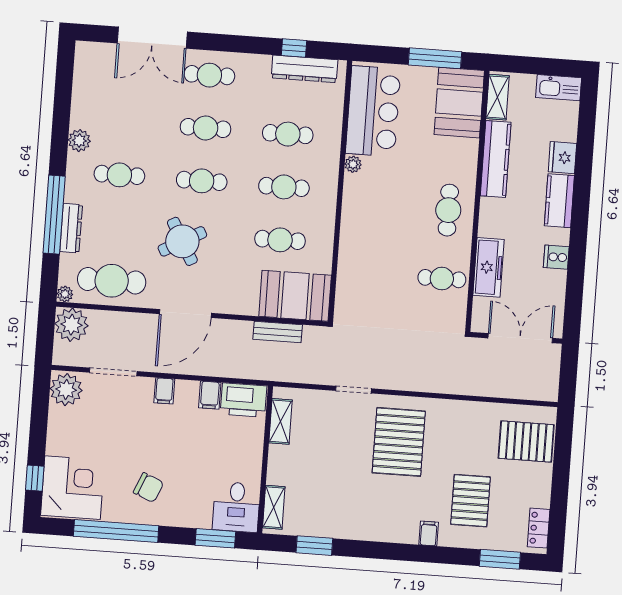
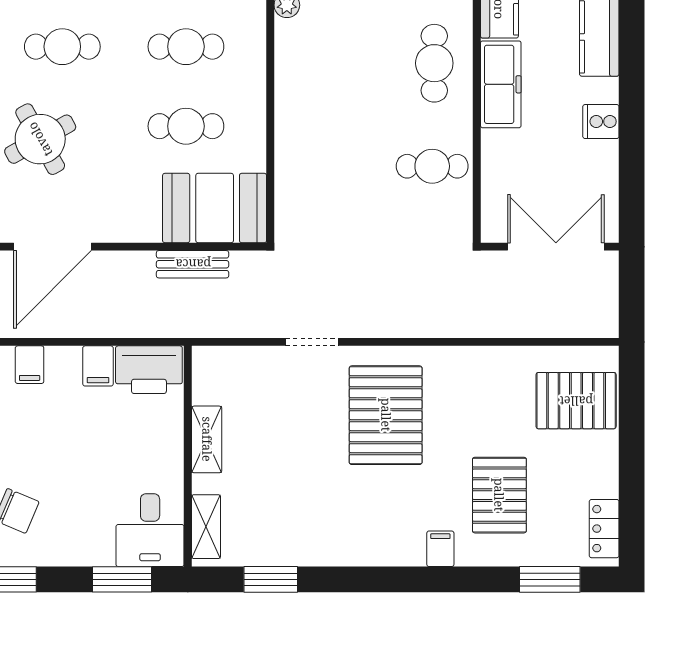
freezer: (489, 267) -> (501, 84), moved
shelving: (280, 421) -> (207, 439), moved

